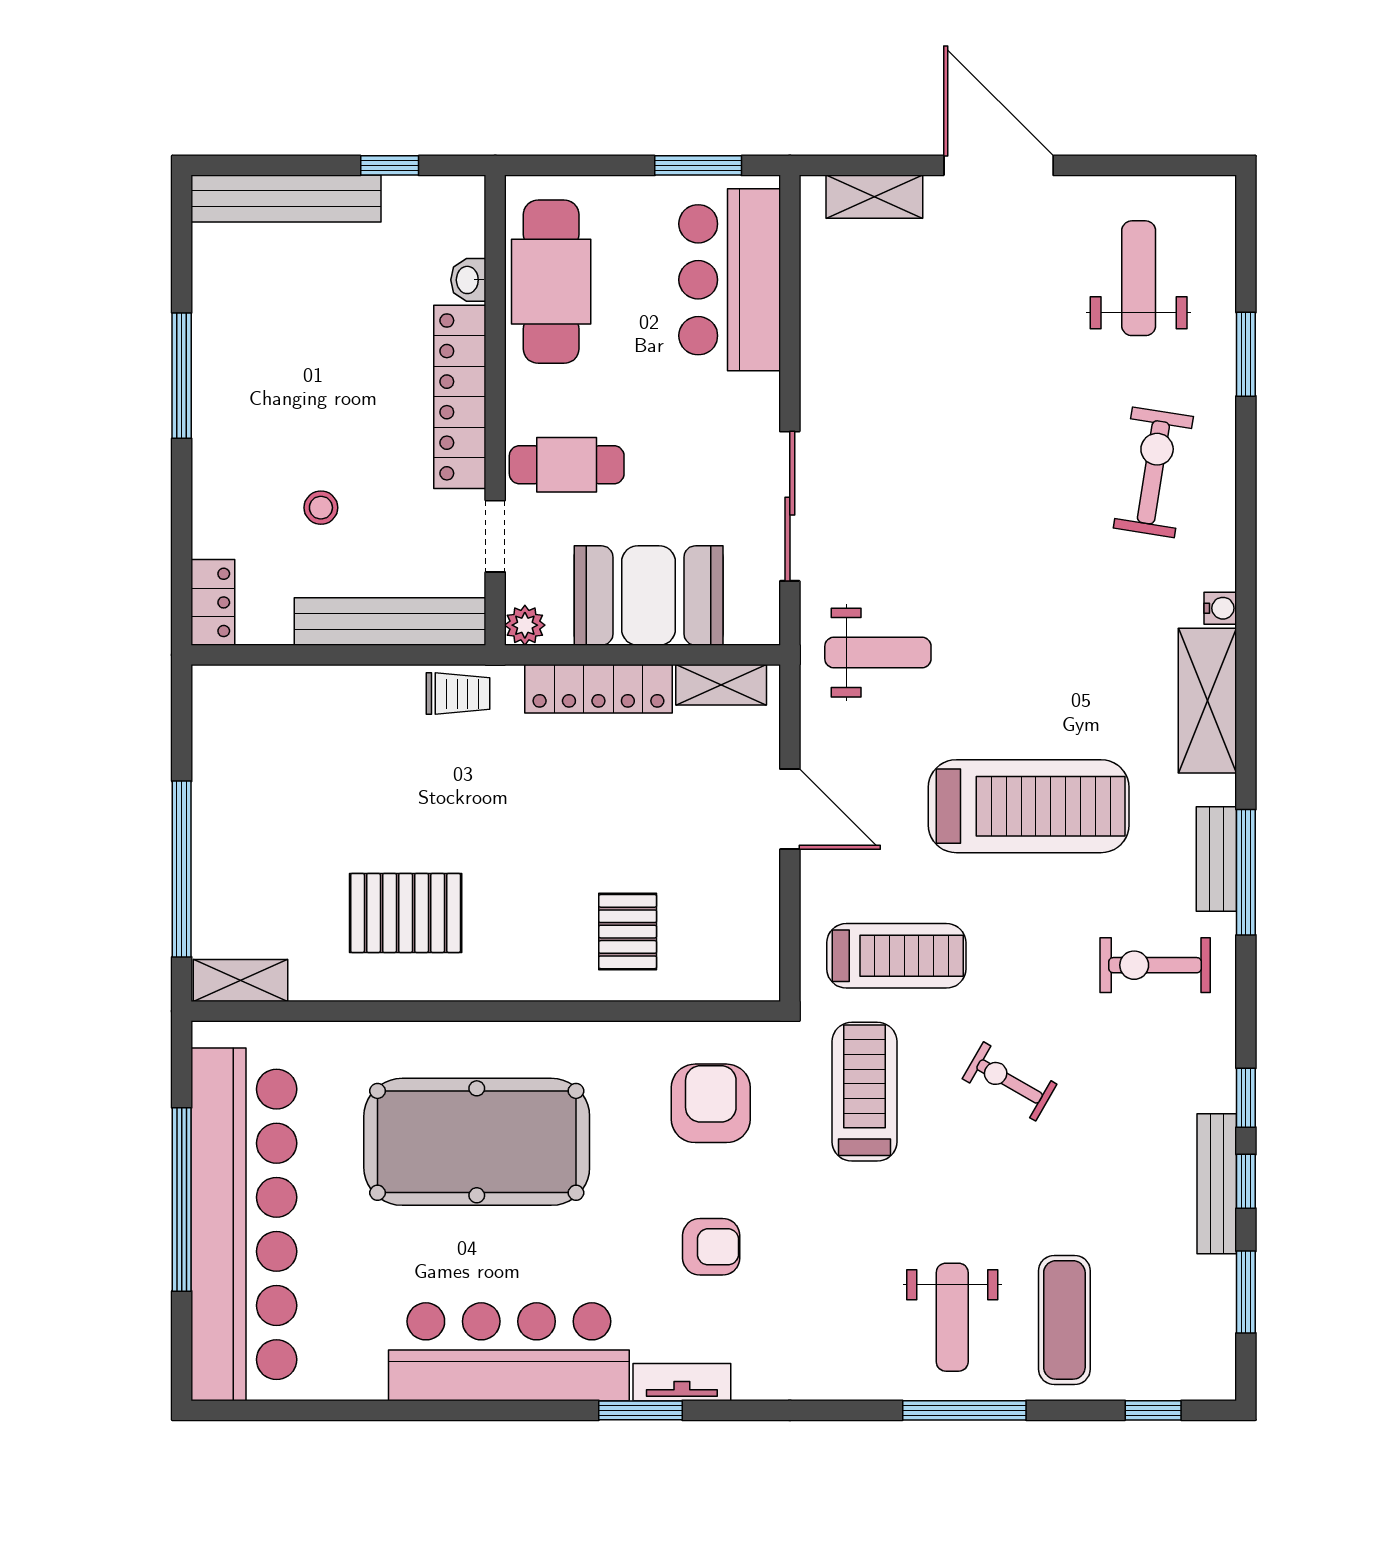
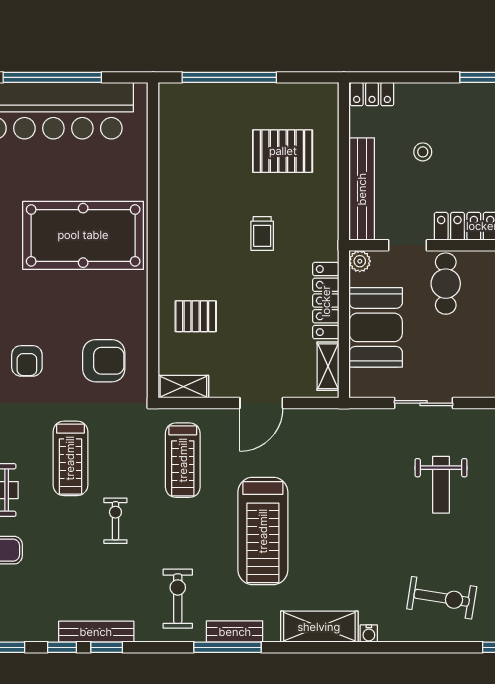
sliding door: (790, 506) -> (424, 403), width x0.73
weight bench: (878, 653) -> (441, 485), moved
trolley: (458, 694) -> (262, 233), moved
pallet: (406, 913) -> (283, 151), moved, turned 90
shelving: (240, 980) -> (183, 387), moved, turned 90
exercise bike: (1010, 1081) -> (115, 521), turned -30
treadmill: (865, 1092) -> (70, 458), moved, turned 90
pool table: (477, 1142) -> (83, 235), turned 90
bench: (1217, 1184) -> (96, 632), moved

